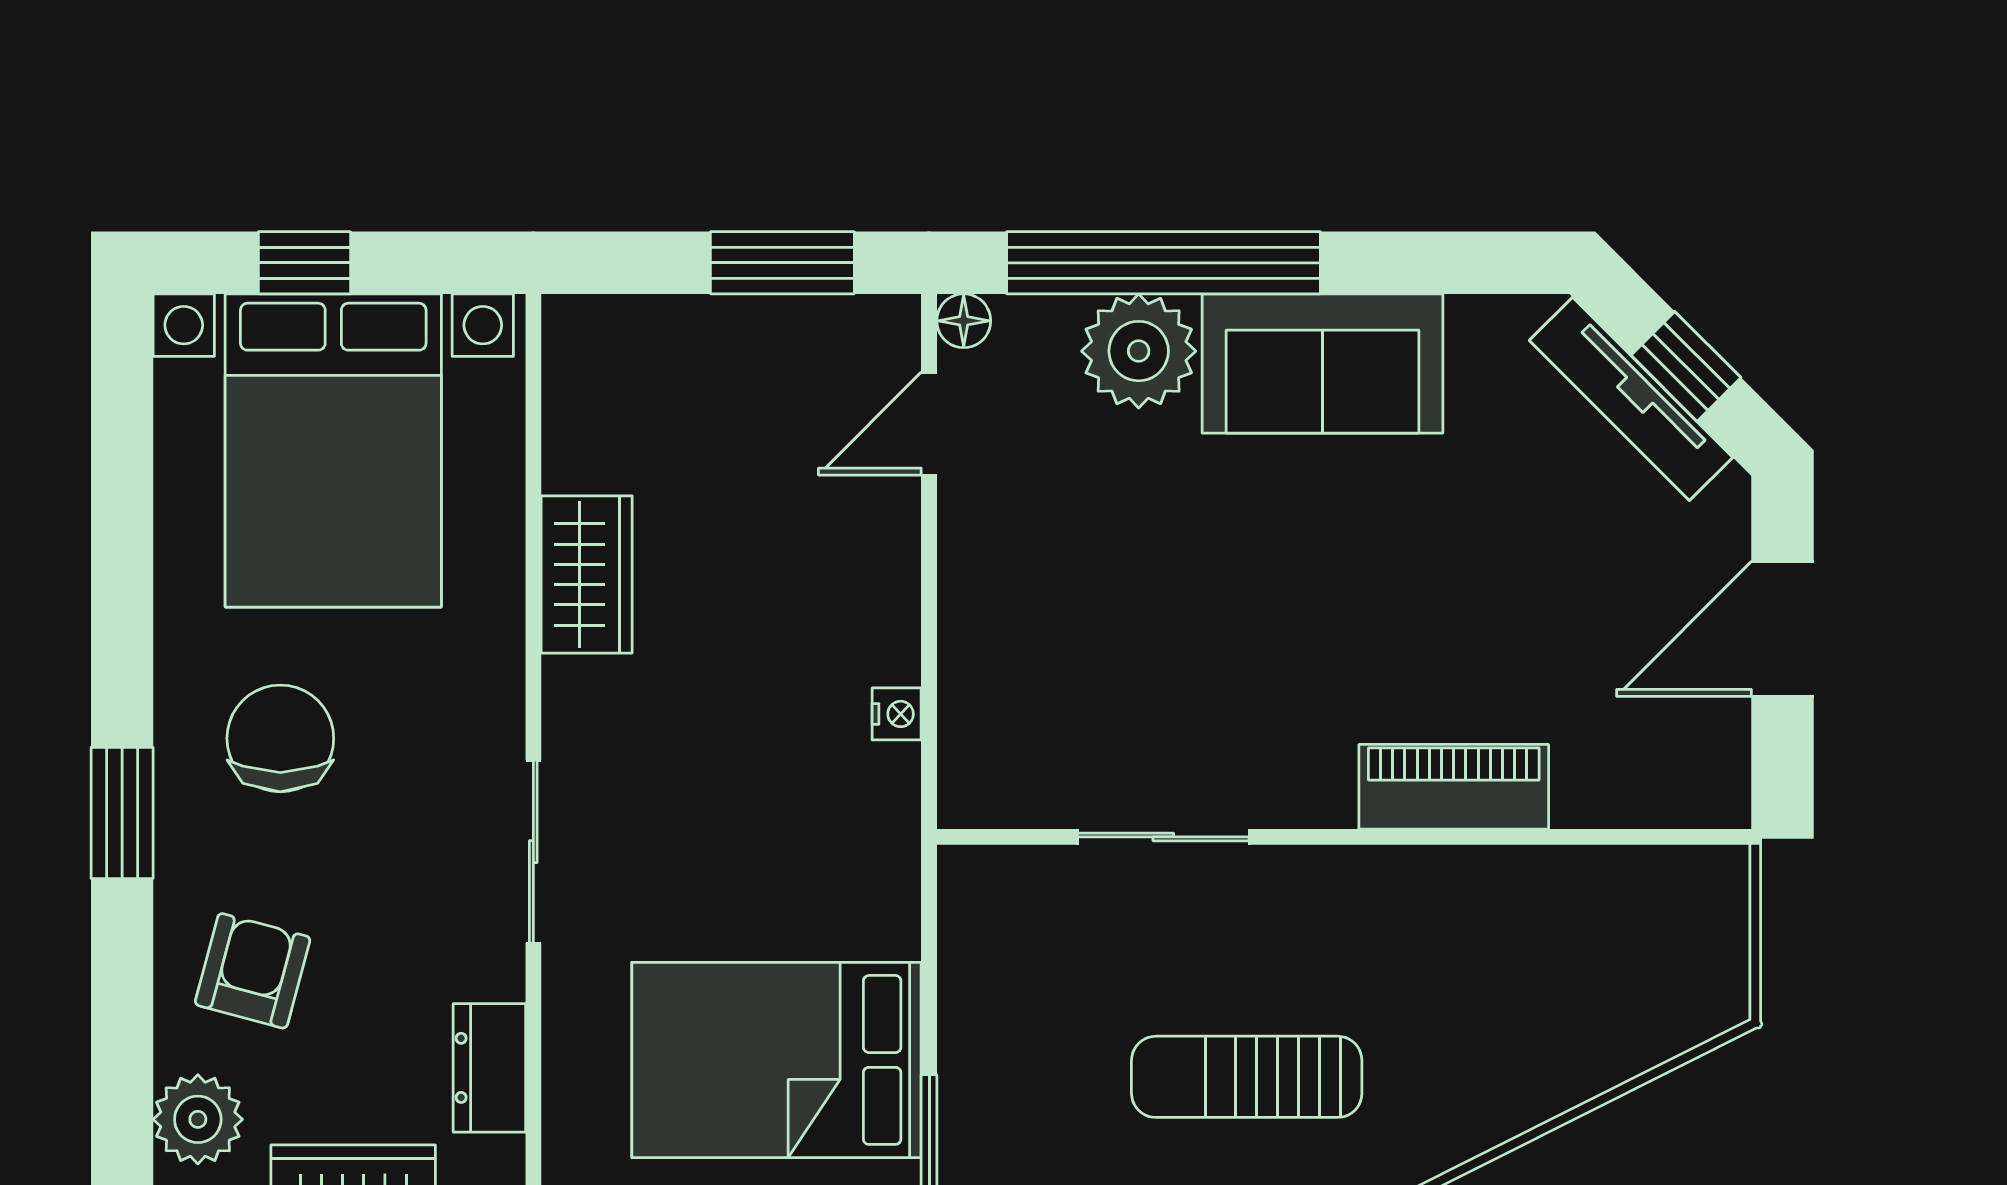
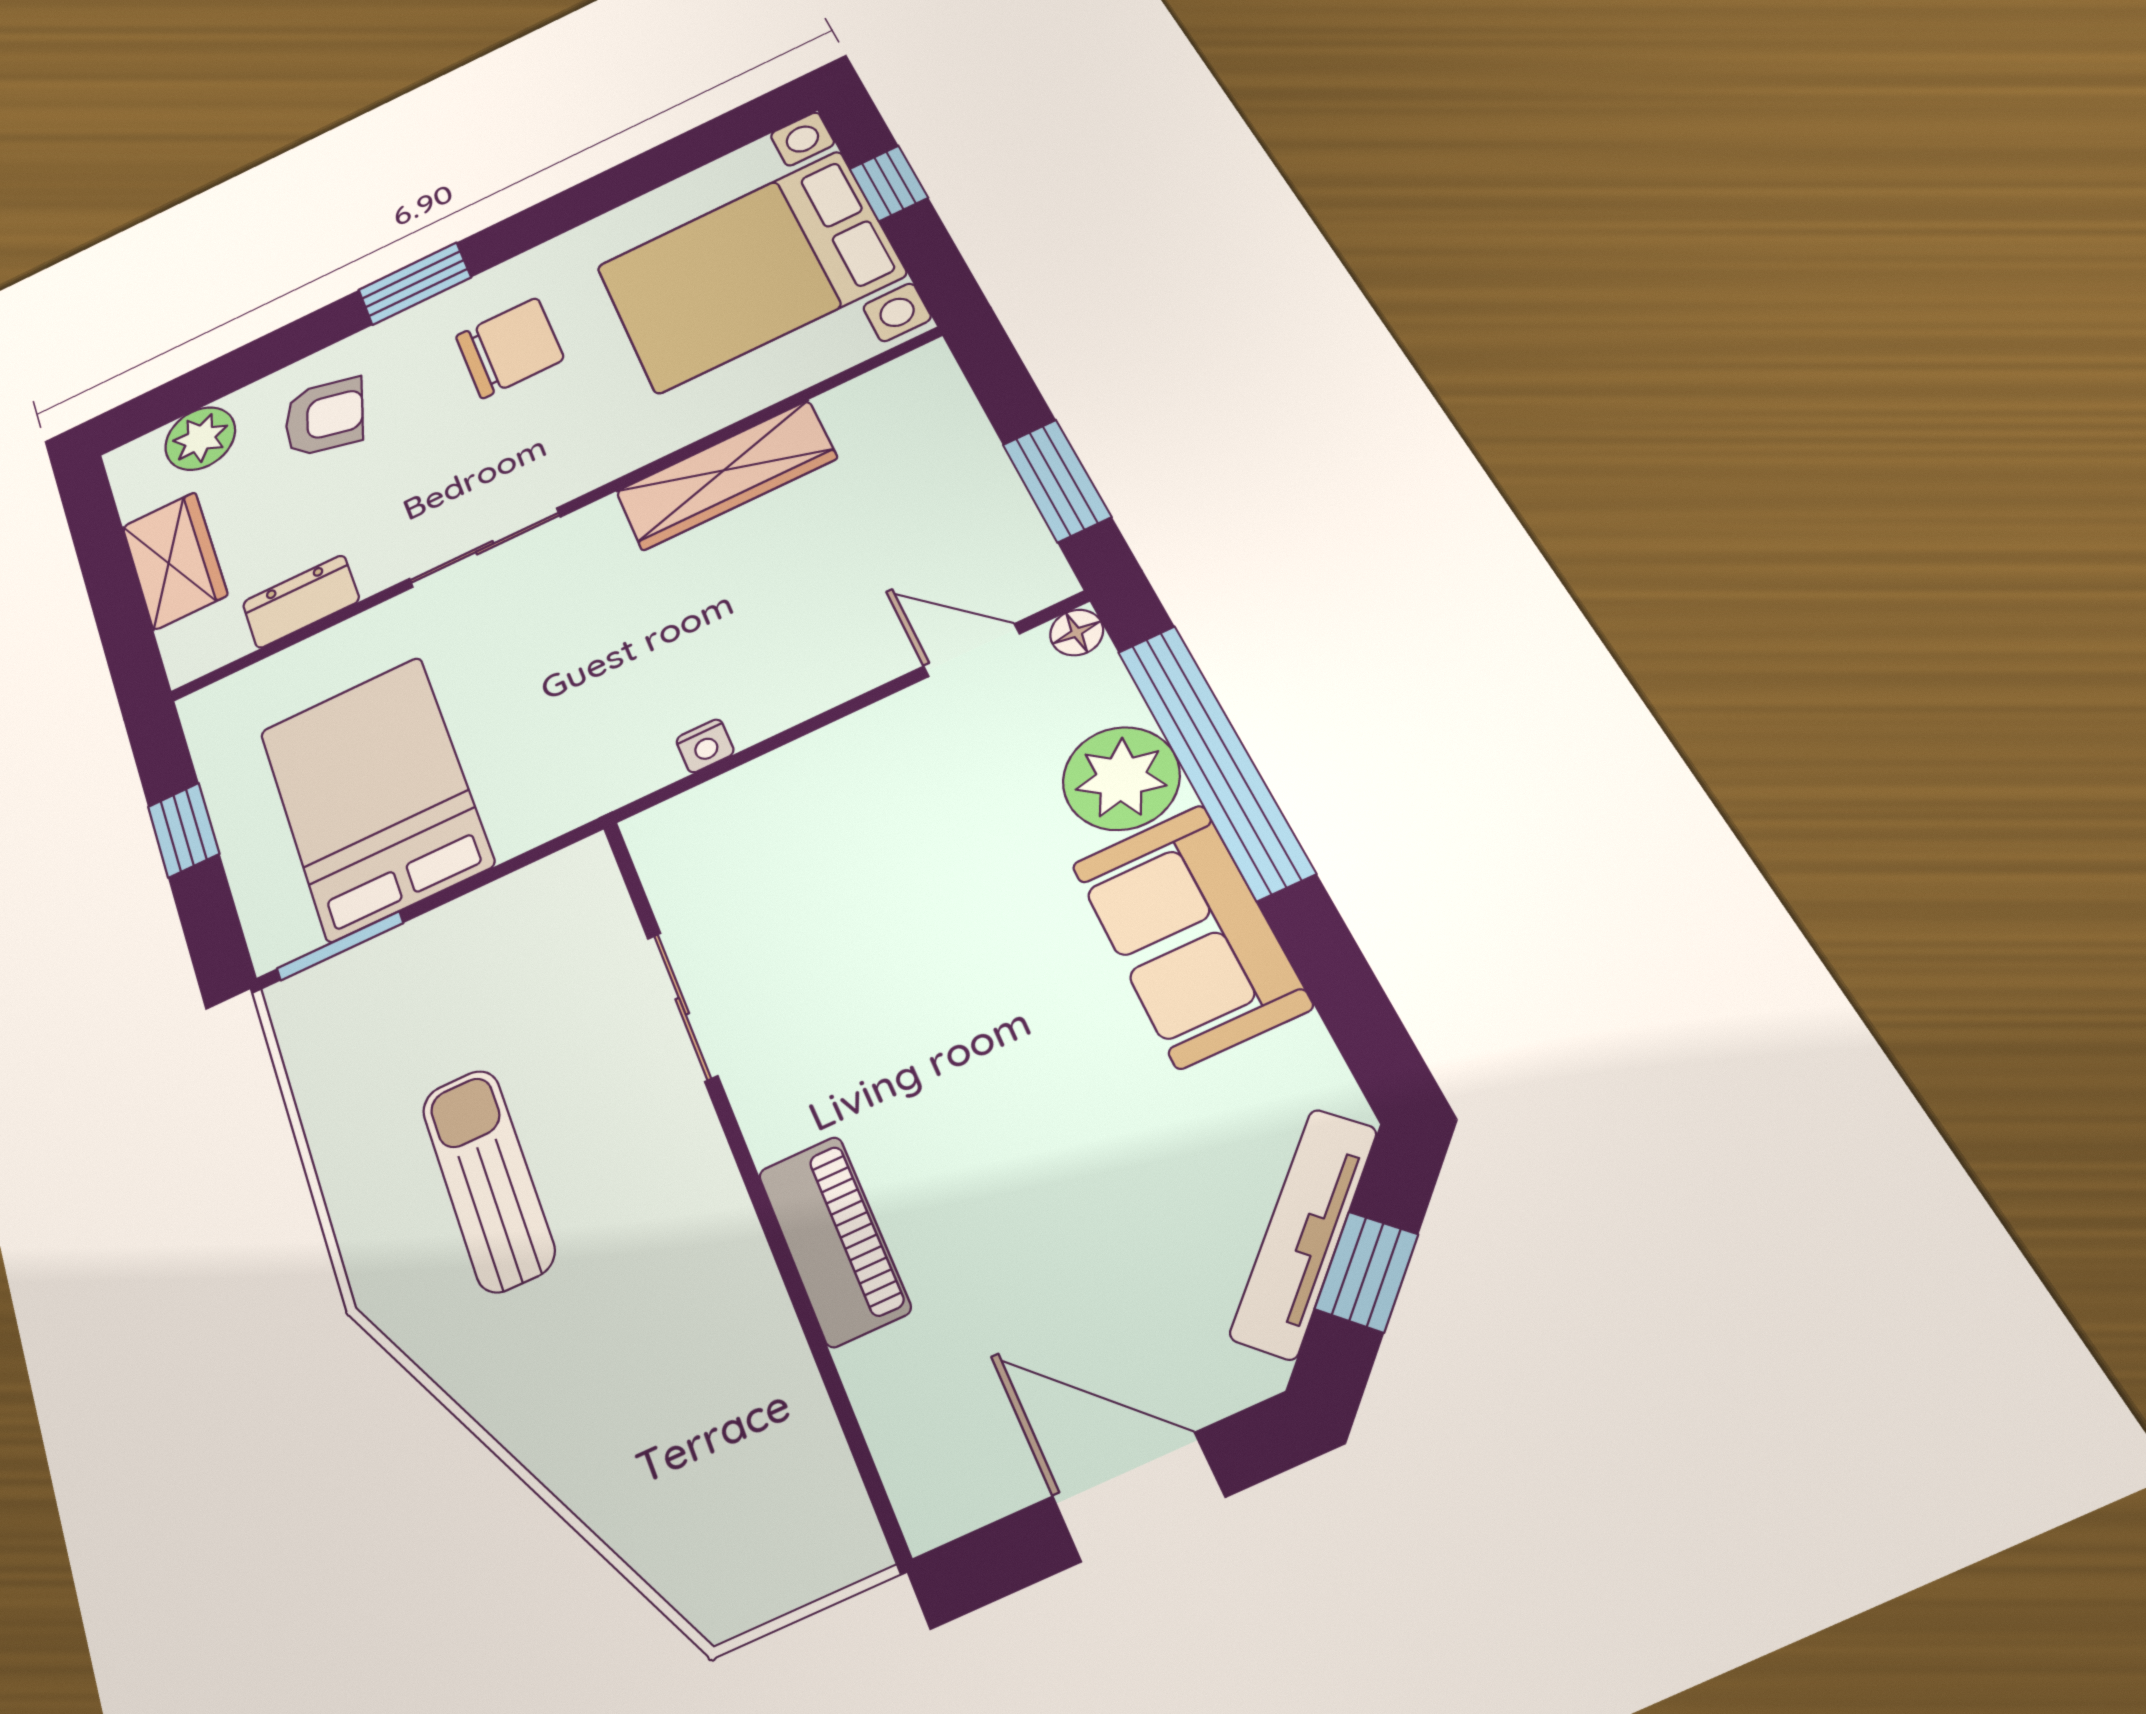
wardrobe: (587, 574) -> (726, 475), width x1.50

